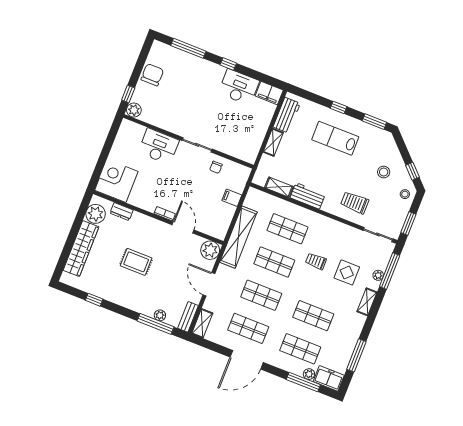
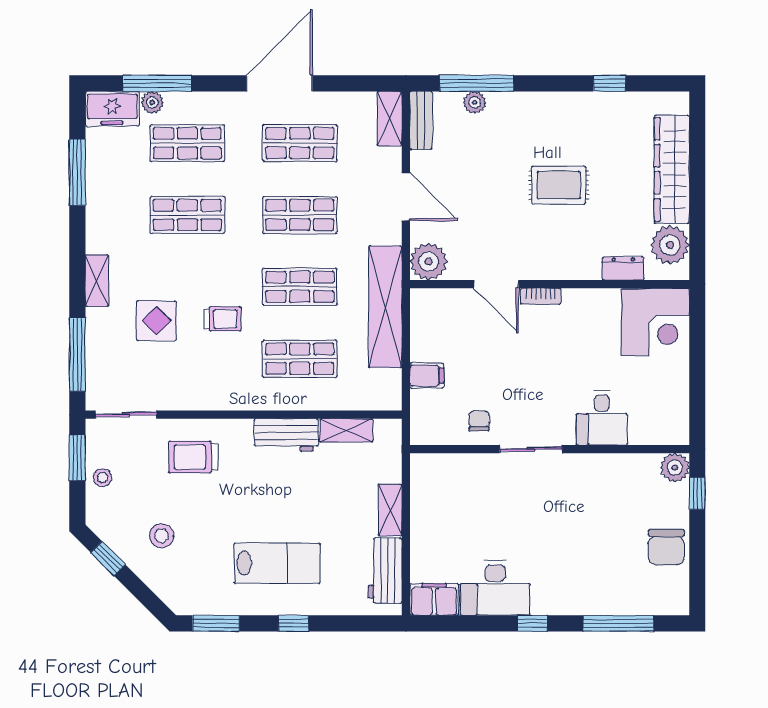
desk: (159, 146) -> (602, 418), width x0.73
stool: (405, 194) -> (103, 478), moved
trolley: (355, 203) -> (193, 457), turned 180
plant: (378, 275) -> (96, 338), removed

